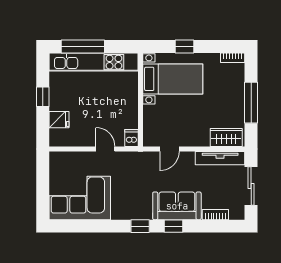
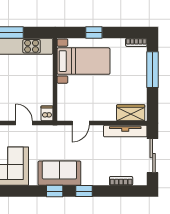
window: (251, 103) -> (153, 70), moved
sofa: (177, 206) -> (59, 173), moved

